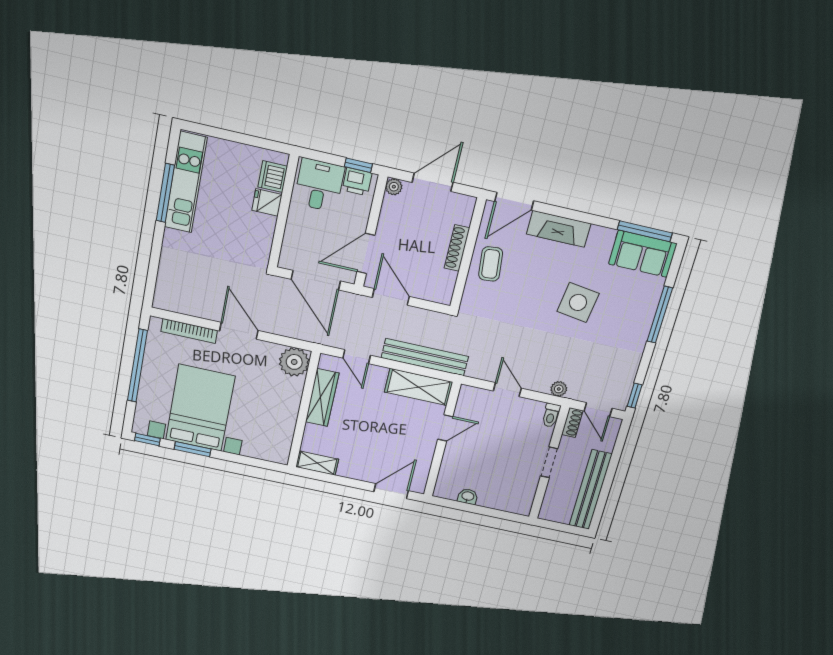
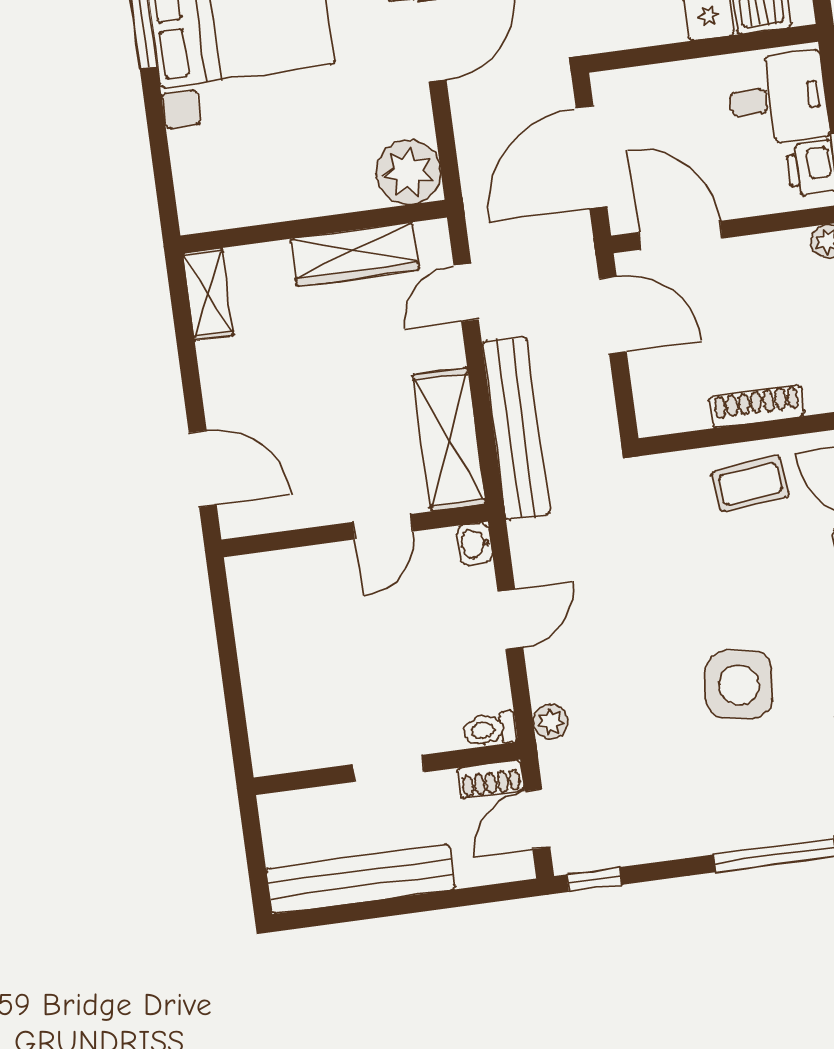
door: (391, 297) -> (613, 315), hinge flipped
door: (445, 428) -> (383, 527), hinge flipped
washbasin: (468, 496) -> (474, 544), moved, turned 180

